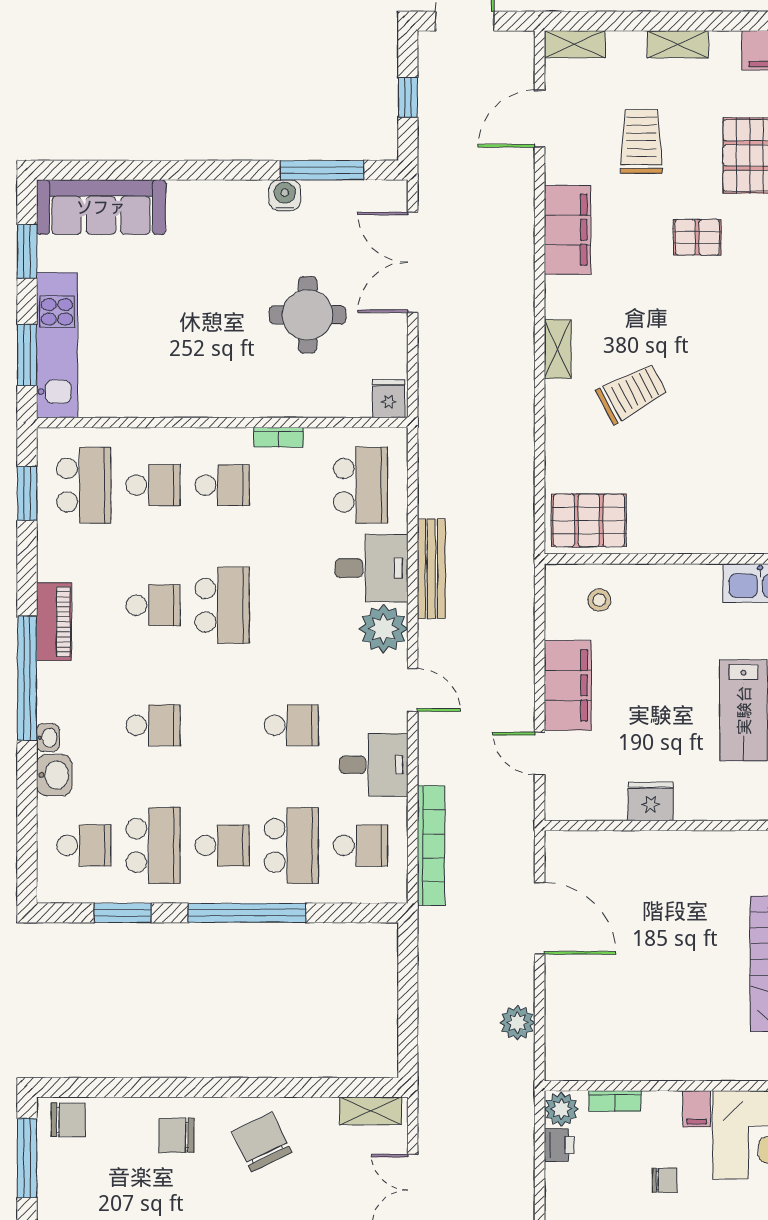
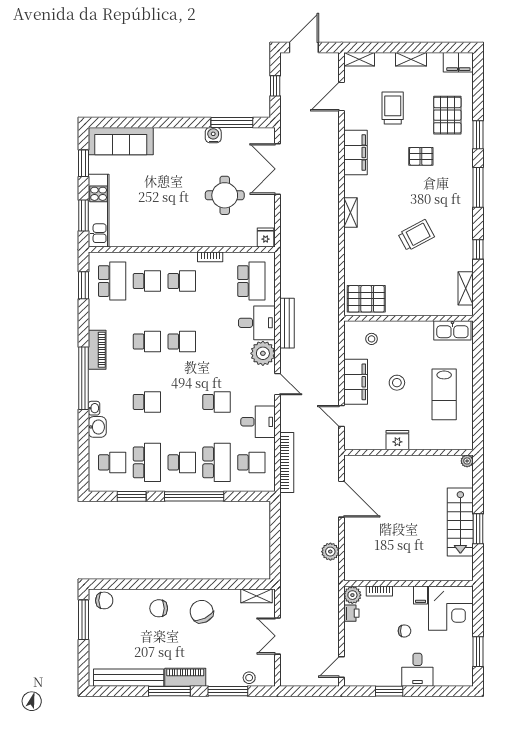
trolley: (632, 393) -> (416, 235), moved
school desk: (222, 605) -> (182, 341), width x0.54
stool: (650, 687) -> (397, 383), added

